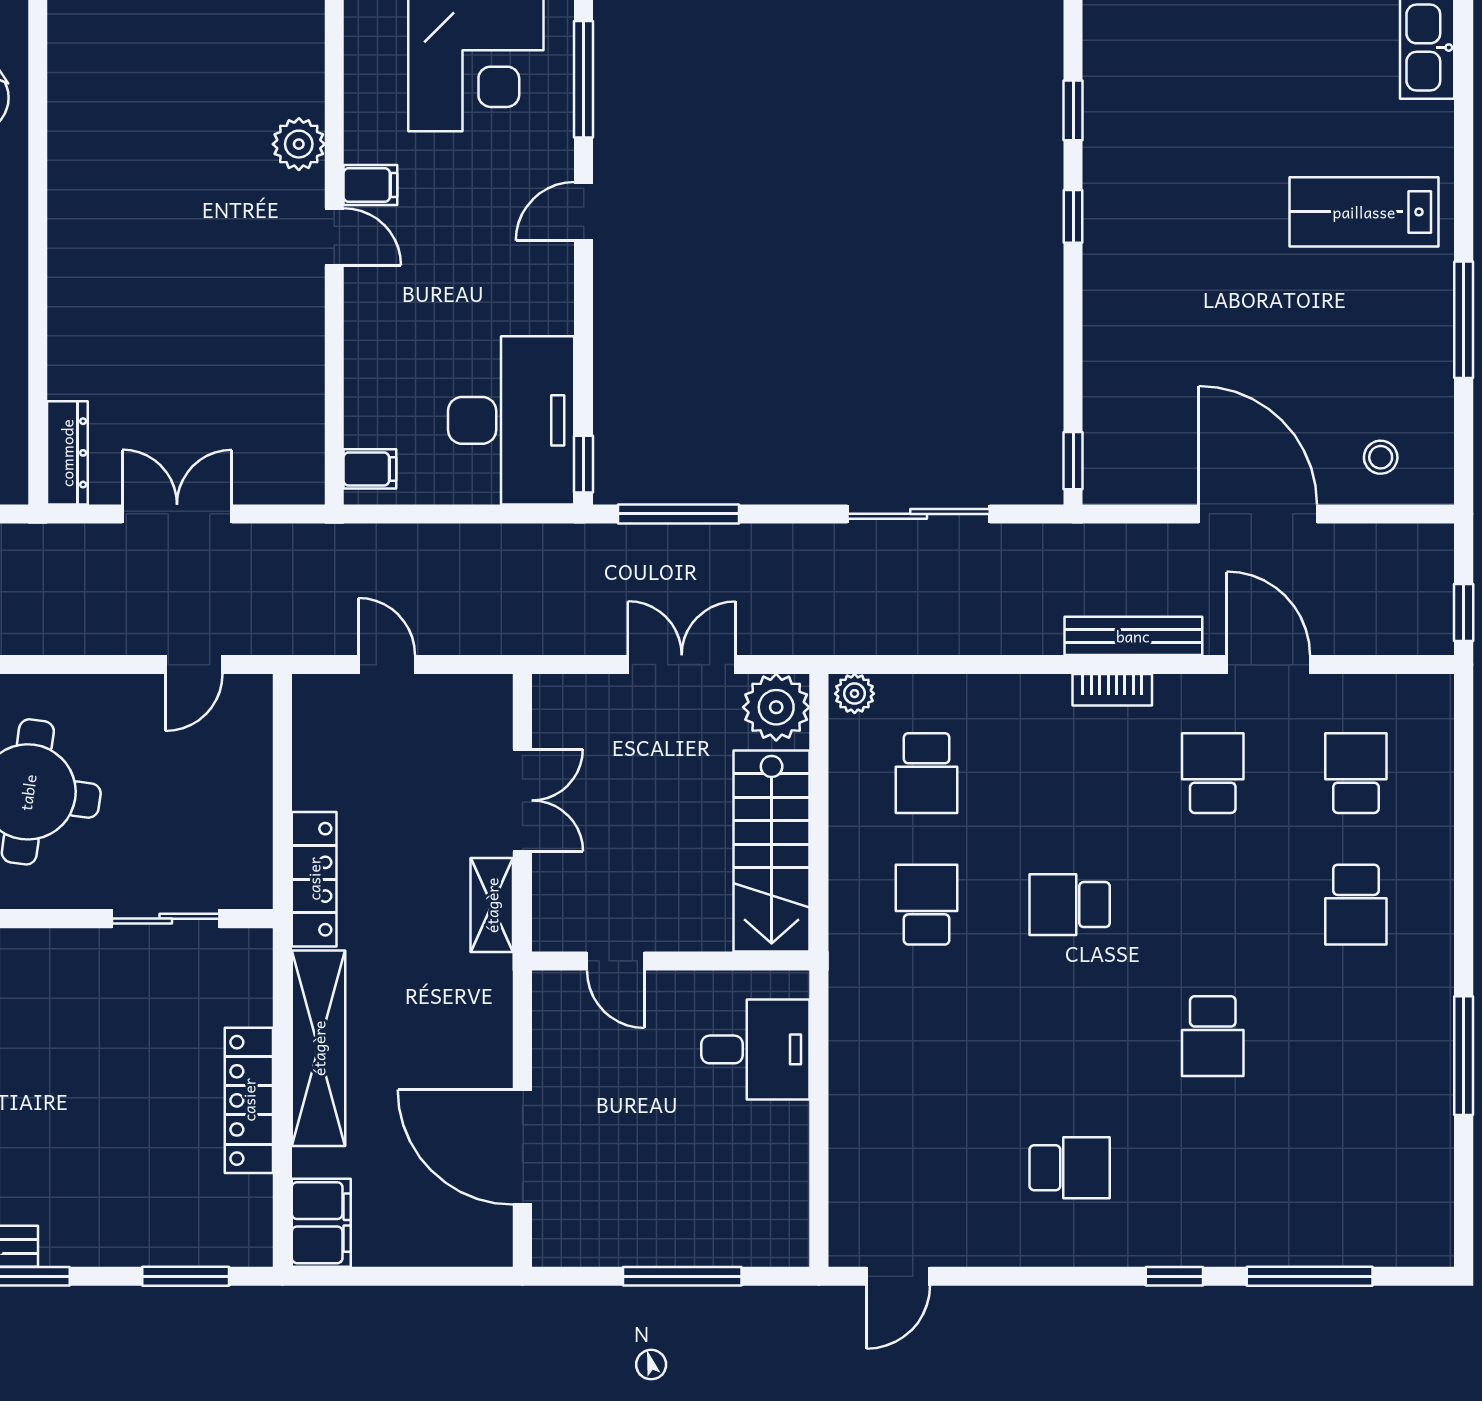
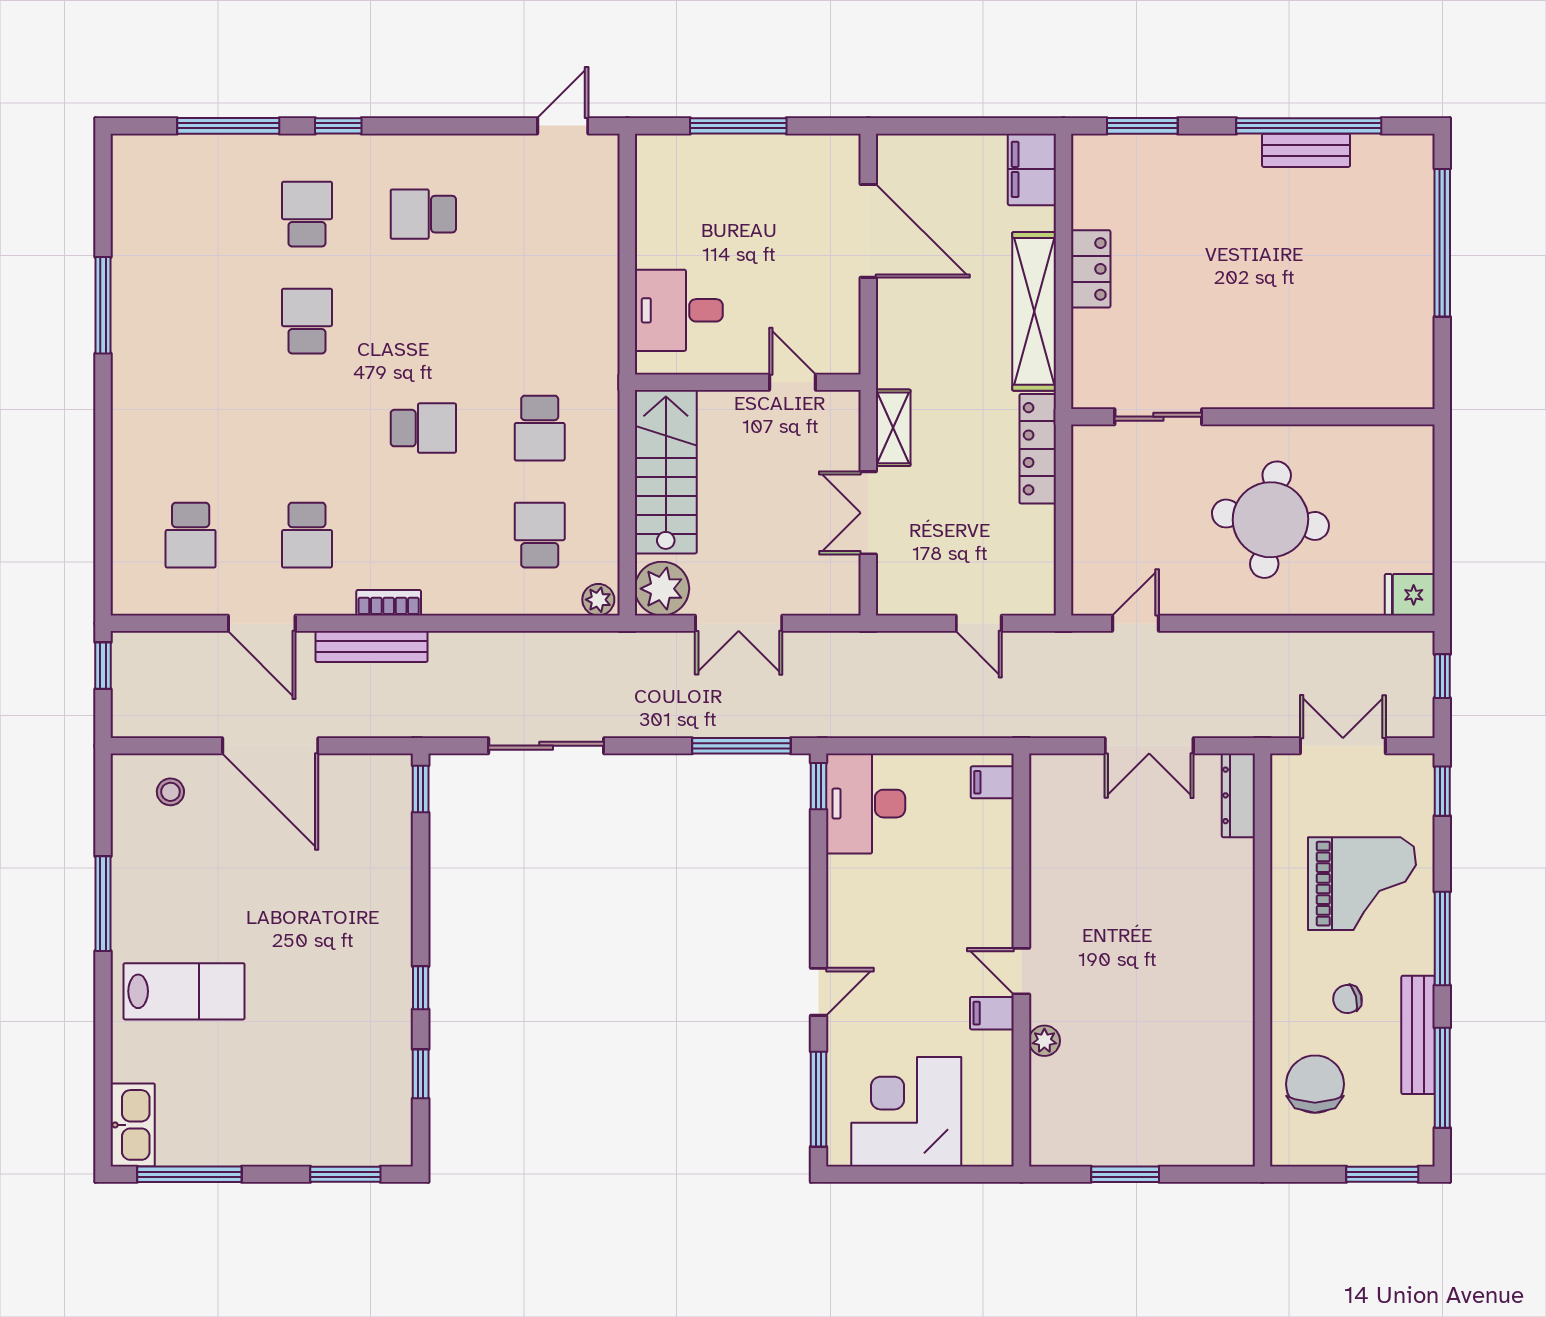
plant: (299, 144) -> (1044, 1041), width x0.73, depth x0.73
desk: (511, 420) -> (866, 804), width x0.73, depth x0.77
school desk: (1356, 905) -> (307, 214), moved
locker: (249, 1100) -> (1091, 269), width x0.66

